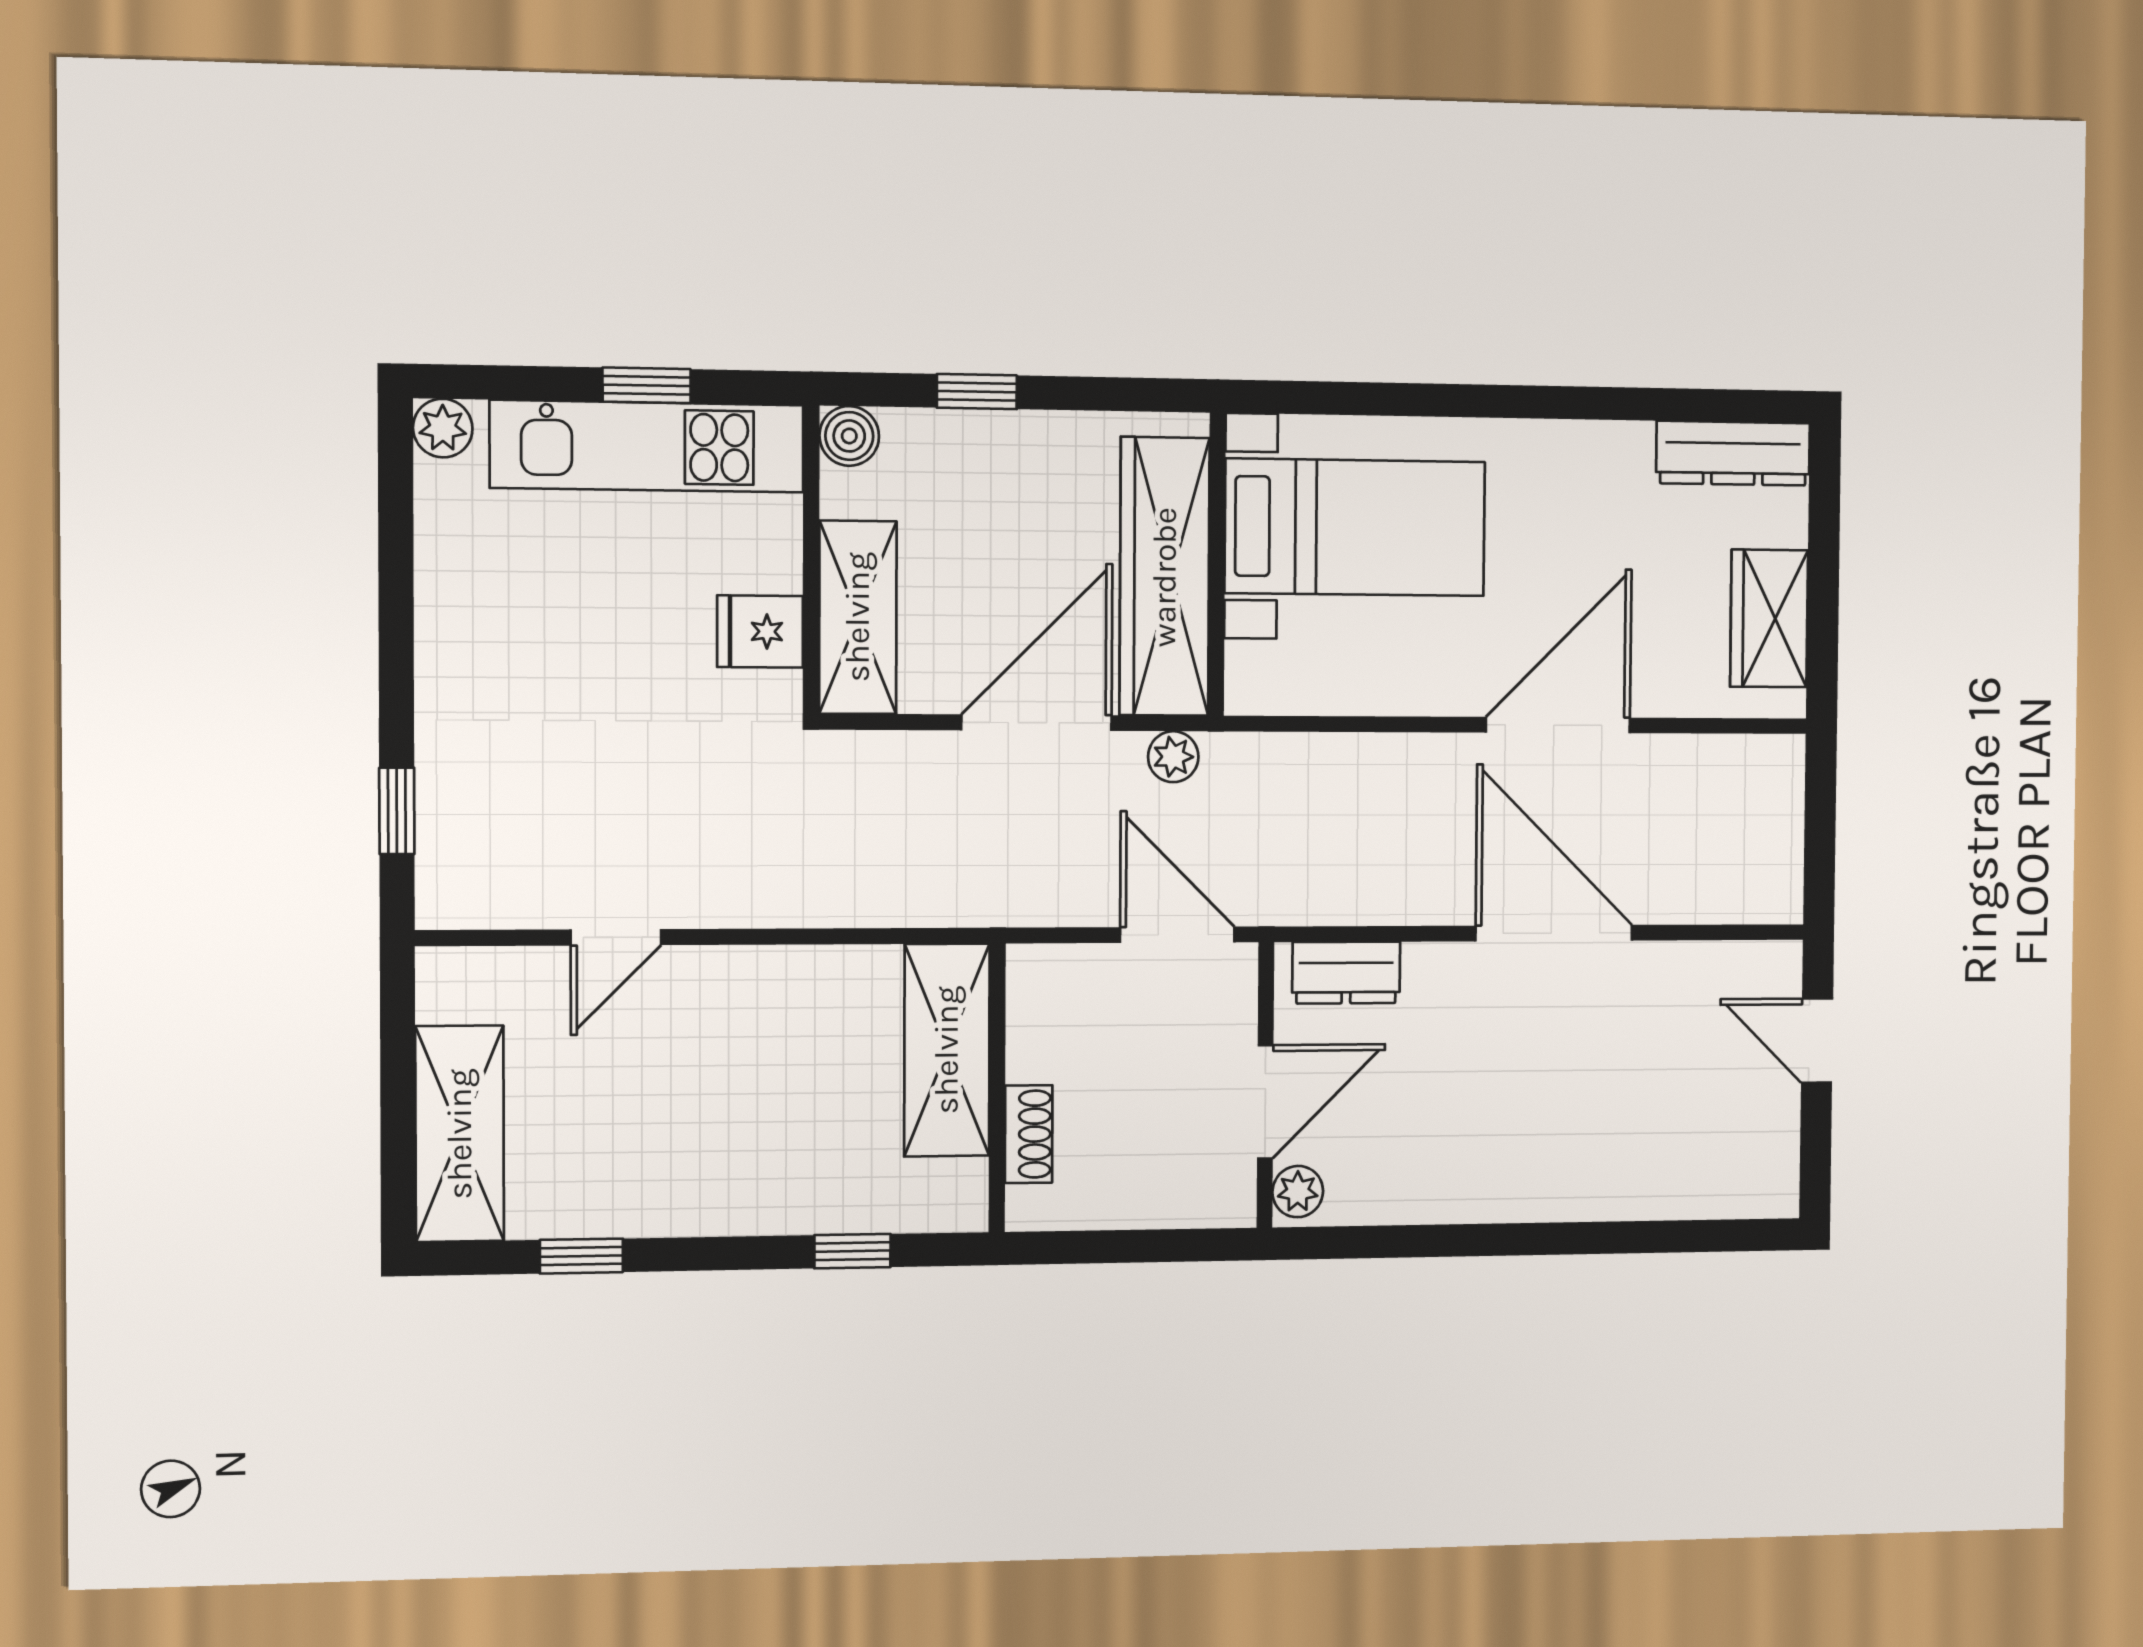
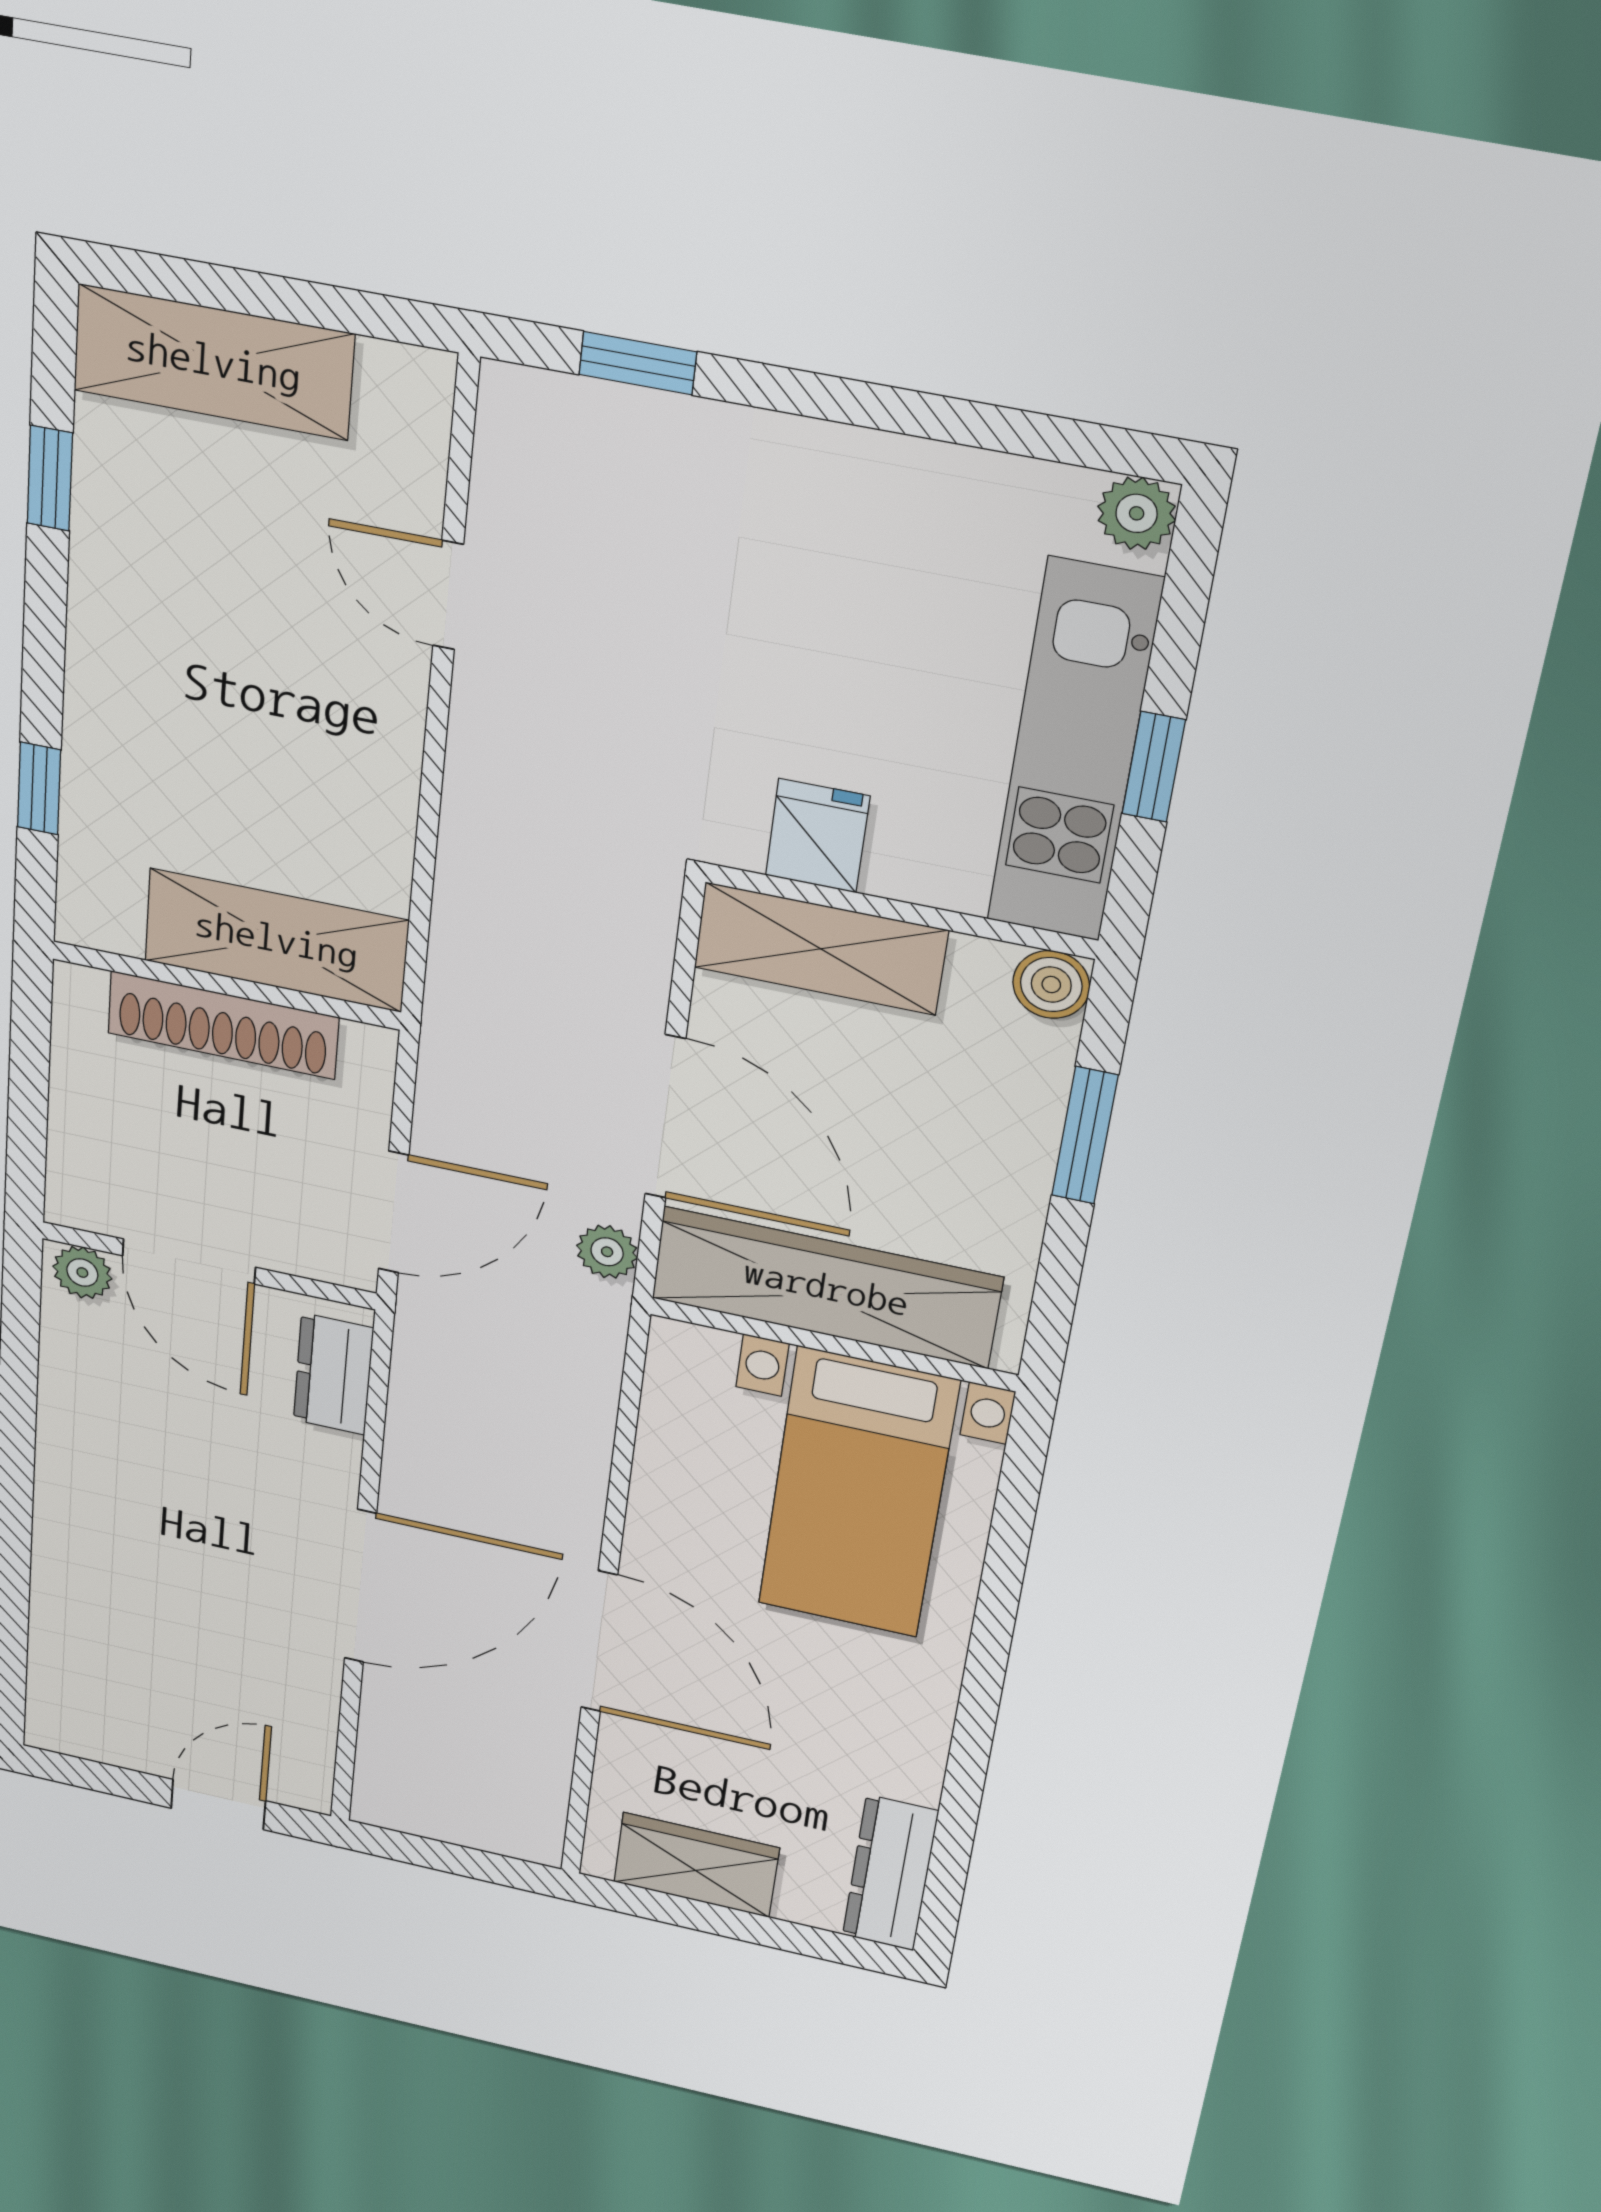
window: (977, 392) -> (1085, 1135), width x1.50
shoe rack: (1029, 1134) -> (223, 1025), width x1.94, depth x1.24

